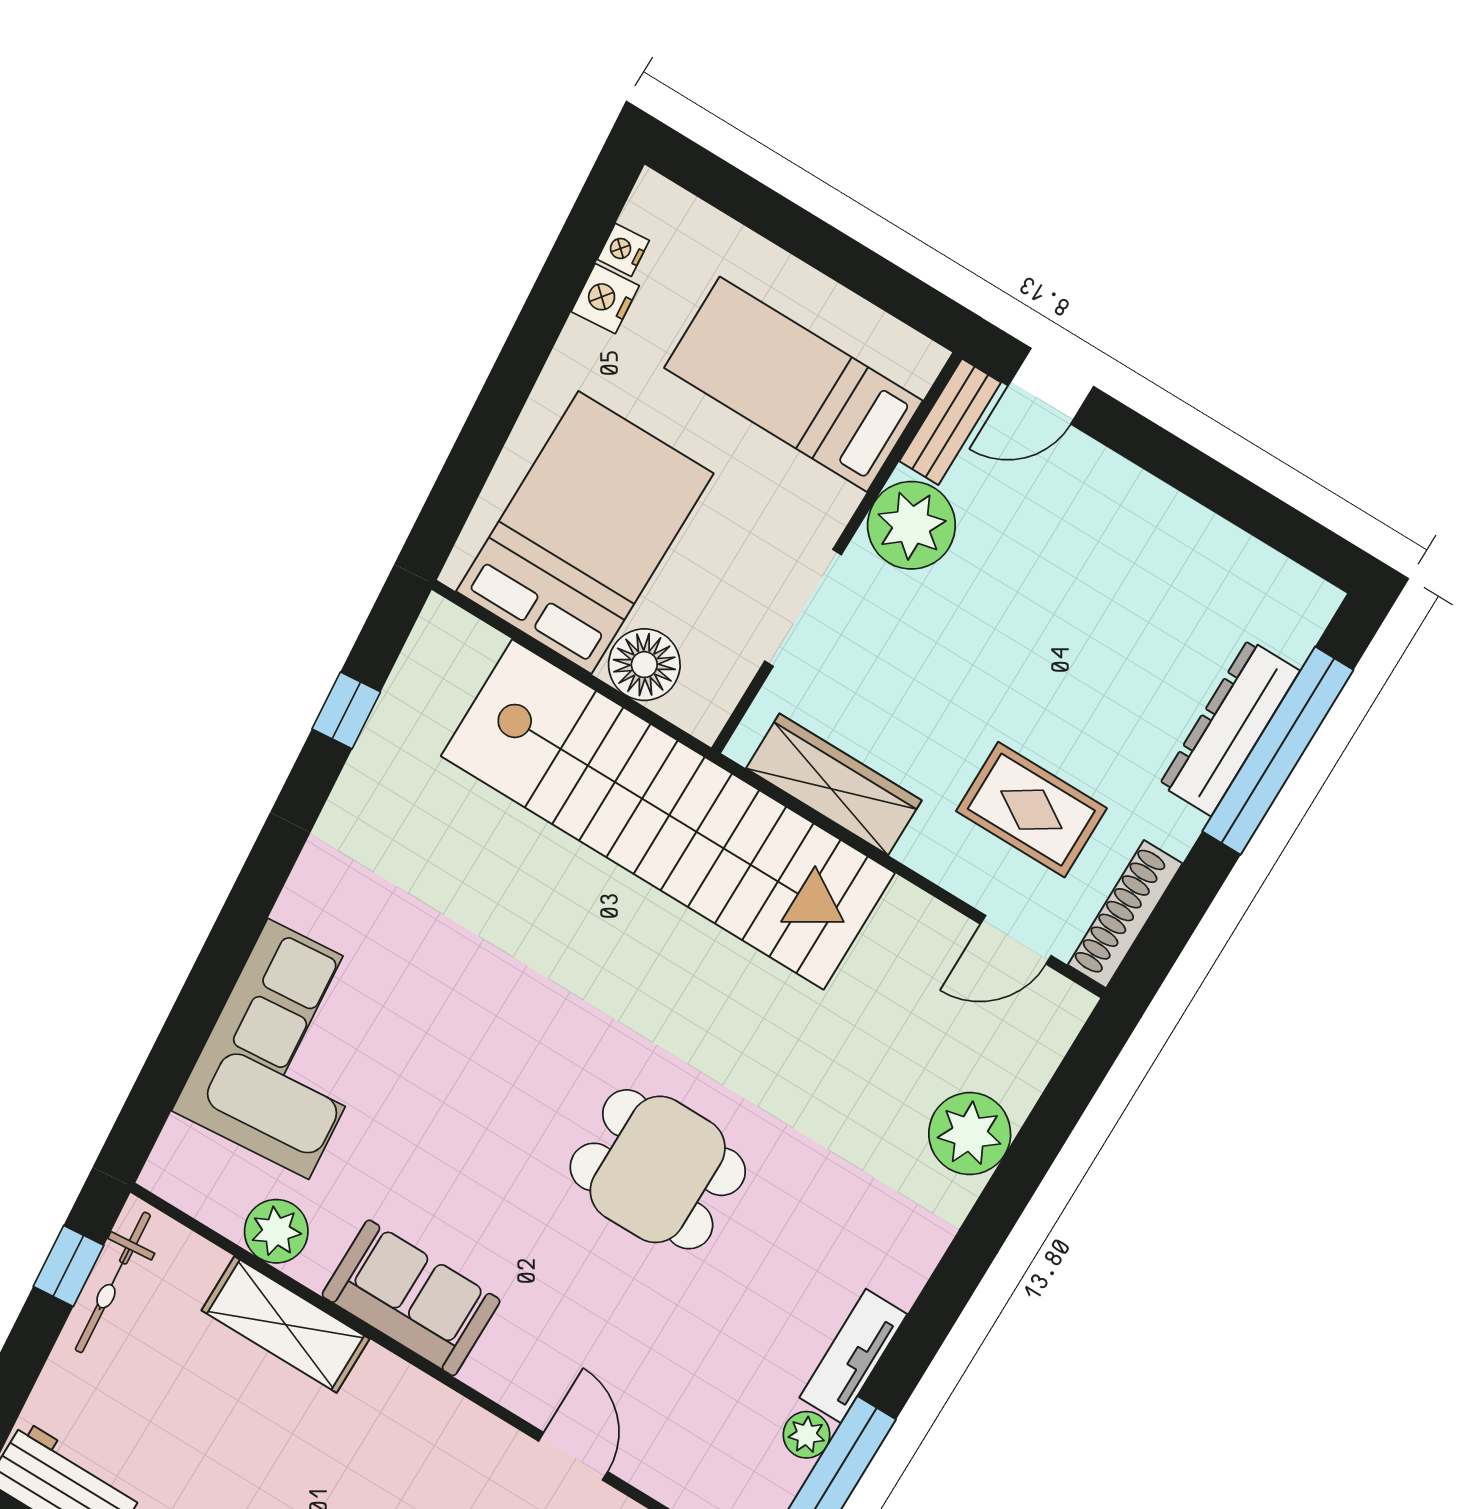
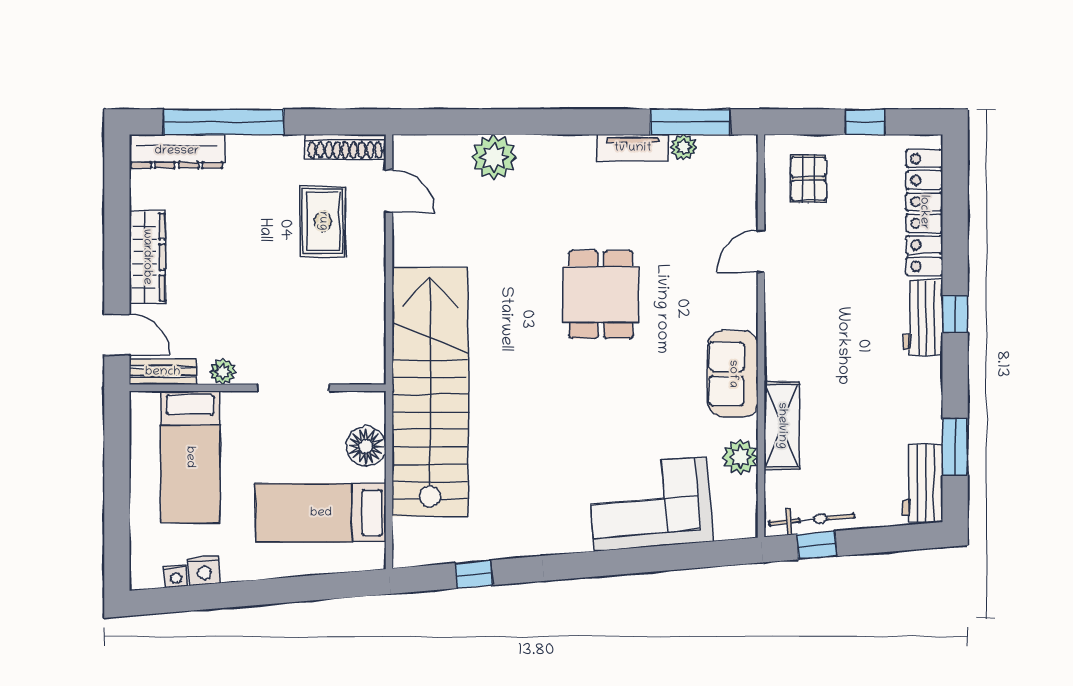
plant: (911, 525) -> (223, 372), width x0.53, depth x0.53
bed: (585, 532) -> (321, 513), width x0.67
dresser: (1230, 728) -> (177, 151), moved
wardrobe: (834, 784) -> (147, 257), moved, turned 180

